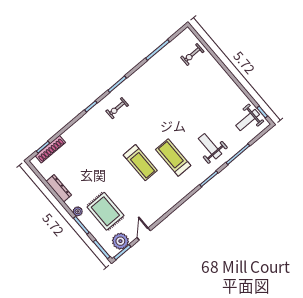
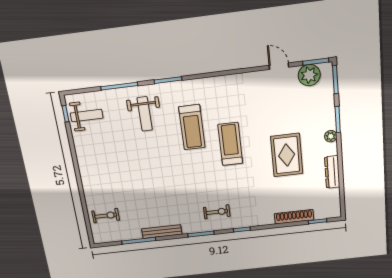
bench: (146, 68) -> (162, 232), added
shoe rack: (50, 149) -> (294, 217), moved
rug: (105, 211) -> (287, 155), moved
door: (144, 234) -> (279, 66), swing flipped

